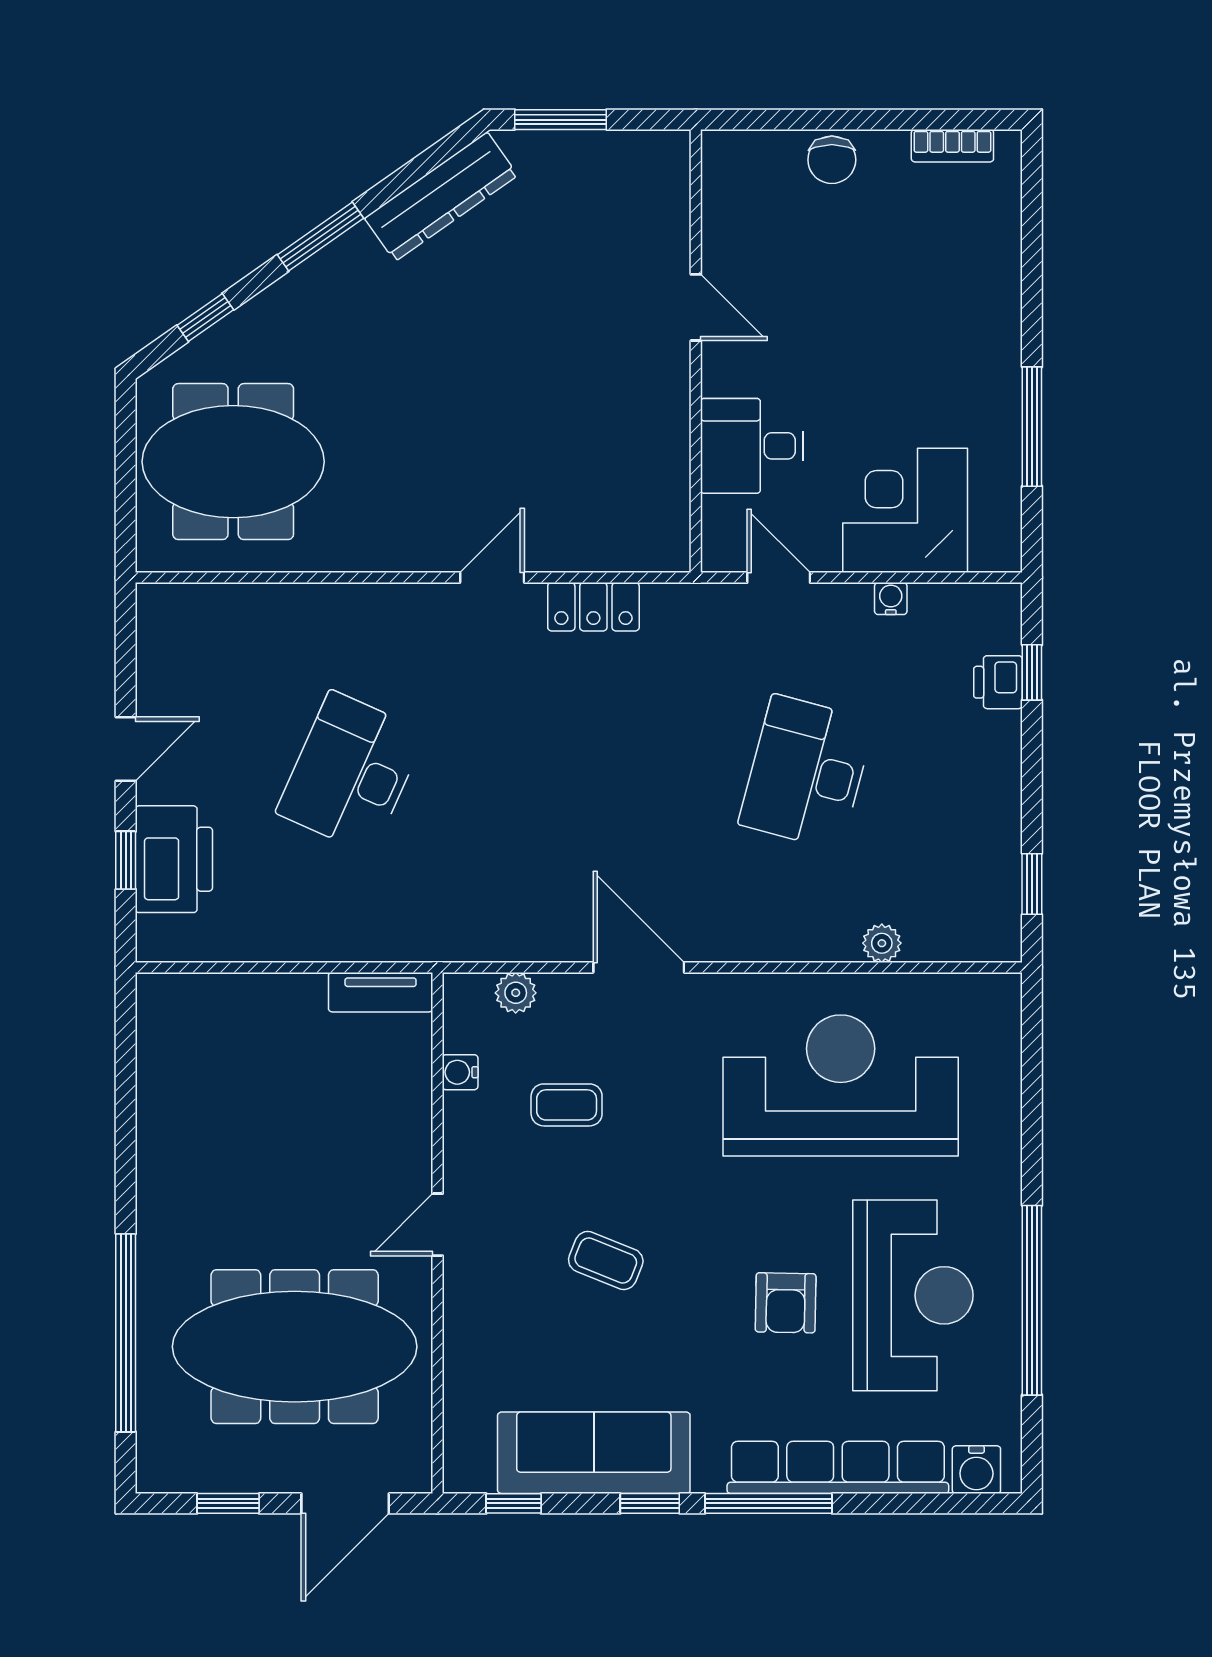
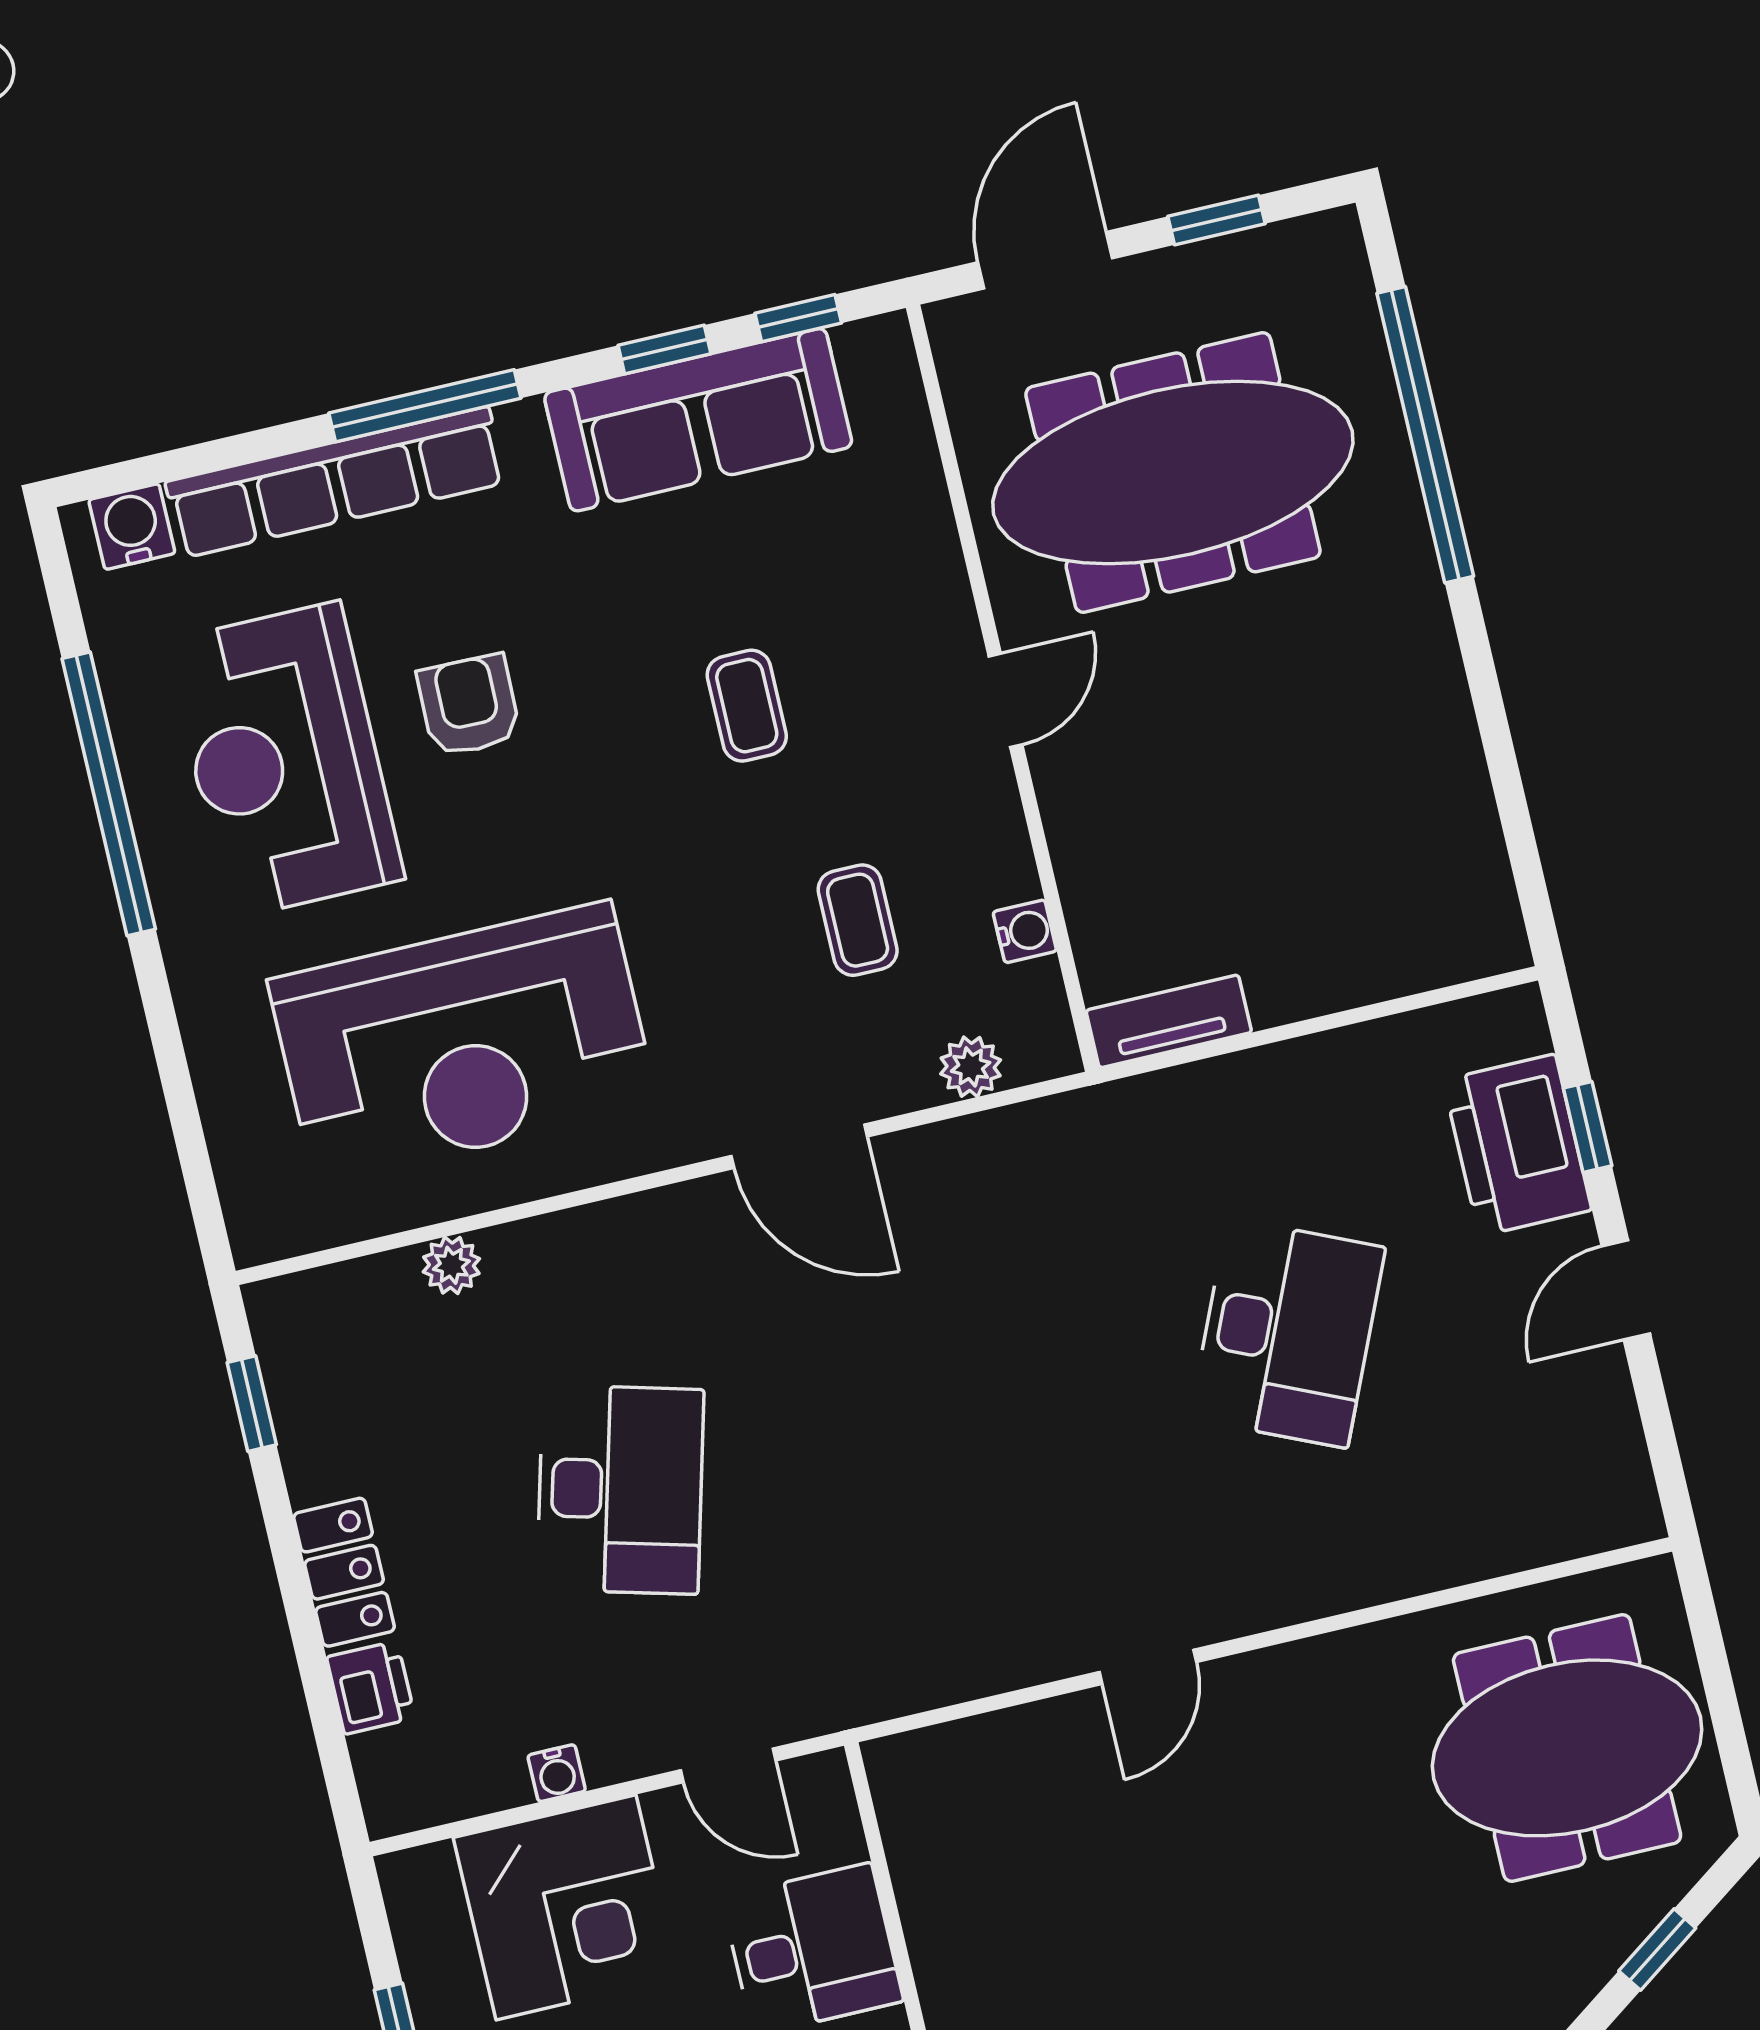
locker: (593, 607) -> (344, 1572), moved, turned 90
window: (1032, 672) -> (324, 1714), removed
coffee table: (567, 1105) -> (858, 920), turned 90
coffee table: (606, 1260) -> (747, 706), turned 68
window: (650, 1503) -> (664, 350), moved

